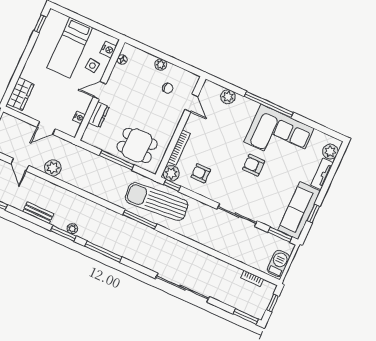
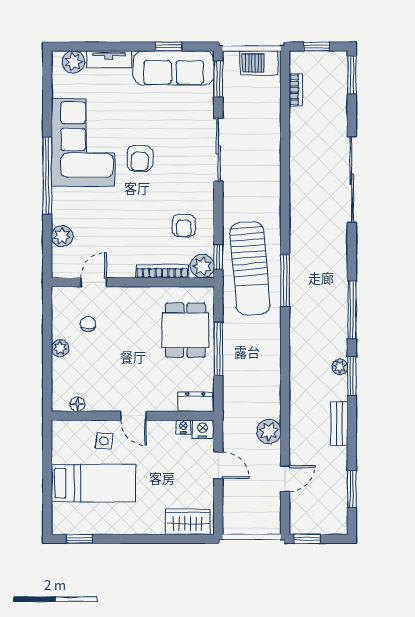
nightstand: (108, 50) -> (203, 429), moved
dresser: (99, 115) -> (195, 402), moved

